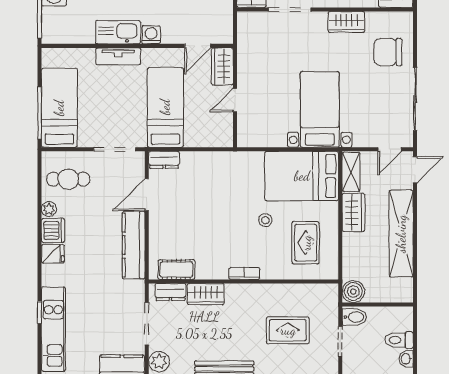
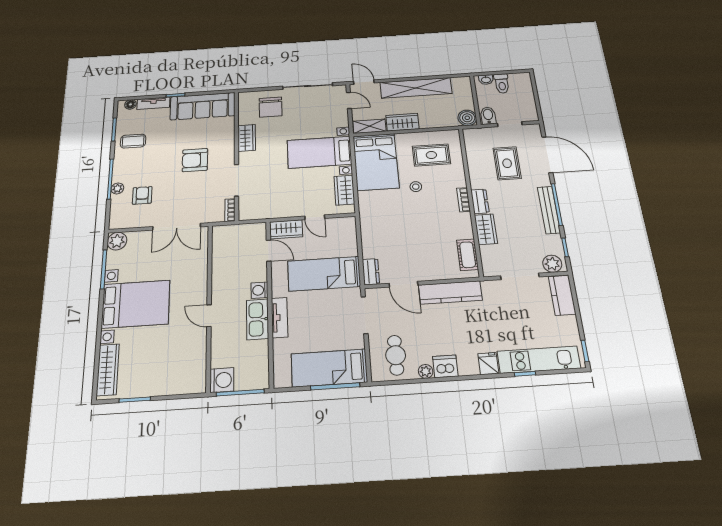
wardrobe: (267, 136) -> (344, 190), added
fridge: (53, 254) -> (488, 364), moved
dresser: (170, 292) -> (480, 201), moved
washbasin: (406, 359) -> (486, 80), moved

